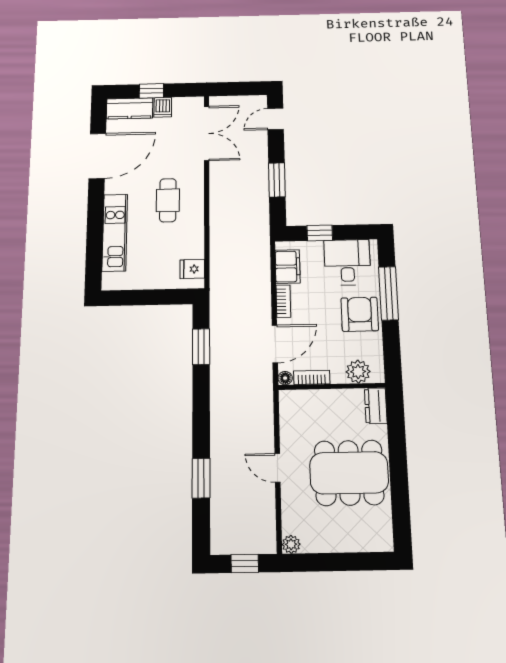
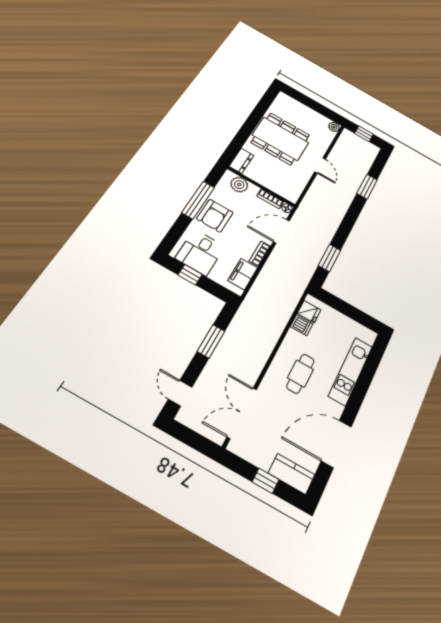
dishwasher: (163, 107) -> (302, 325), moved, turned 90
door: (275, 119) -> (180, 393), swing flipped
window: (320, 233) -> (190, 275), moved
window: (389, 293) -> (198, 200), moved

